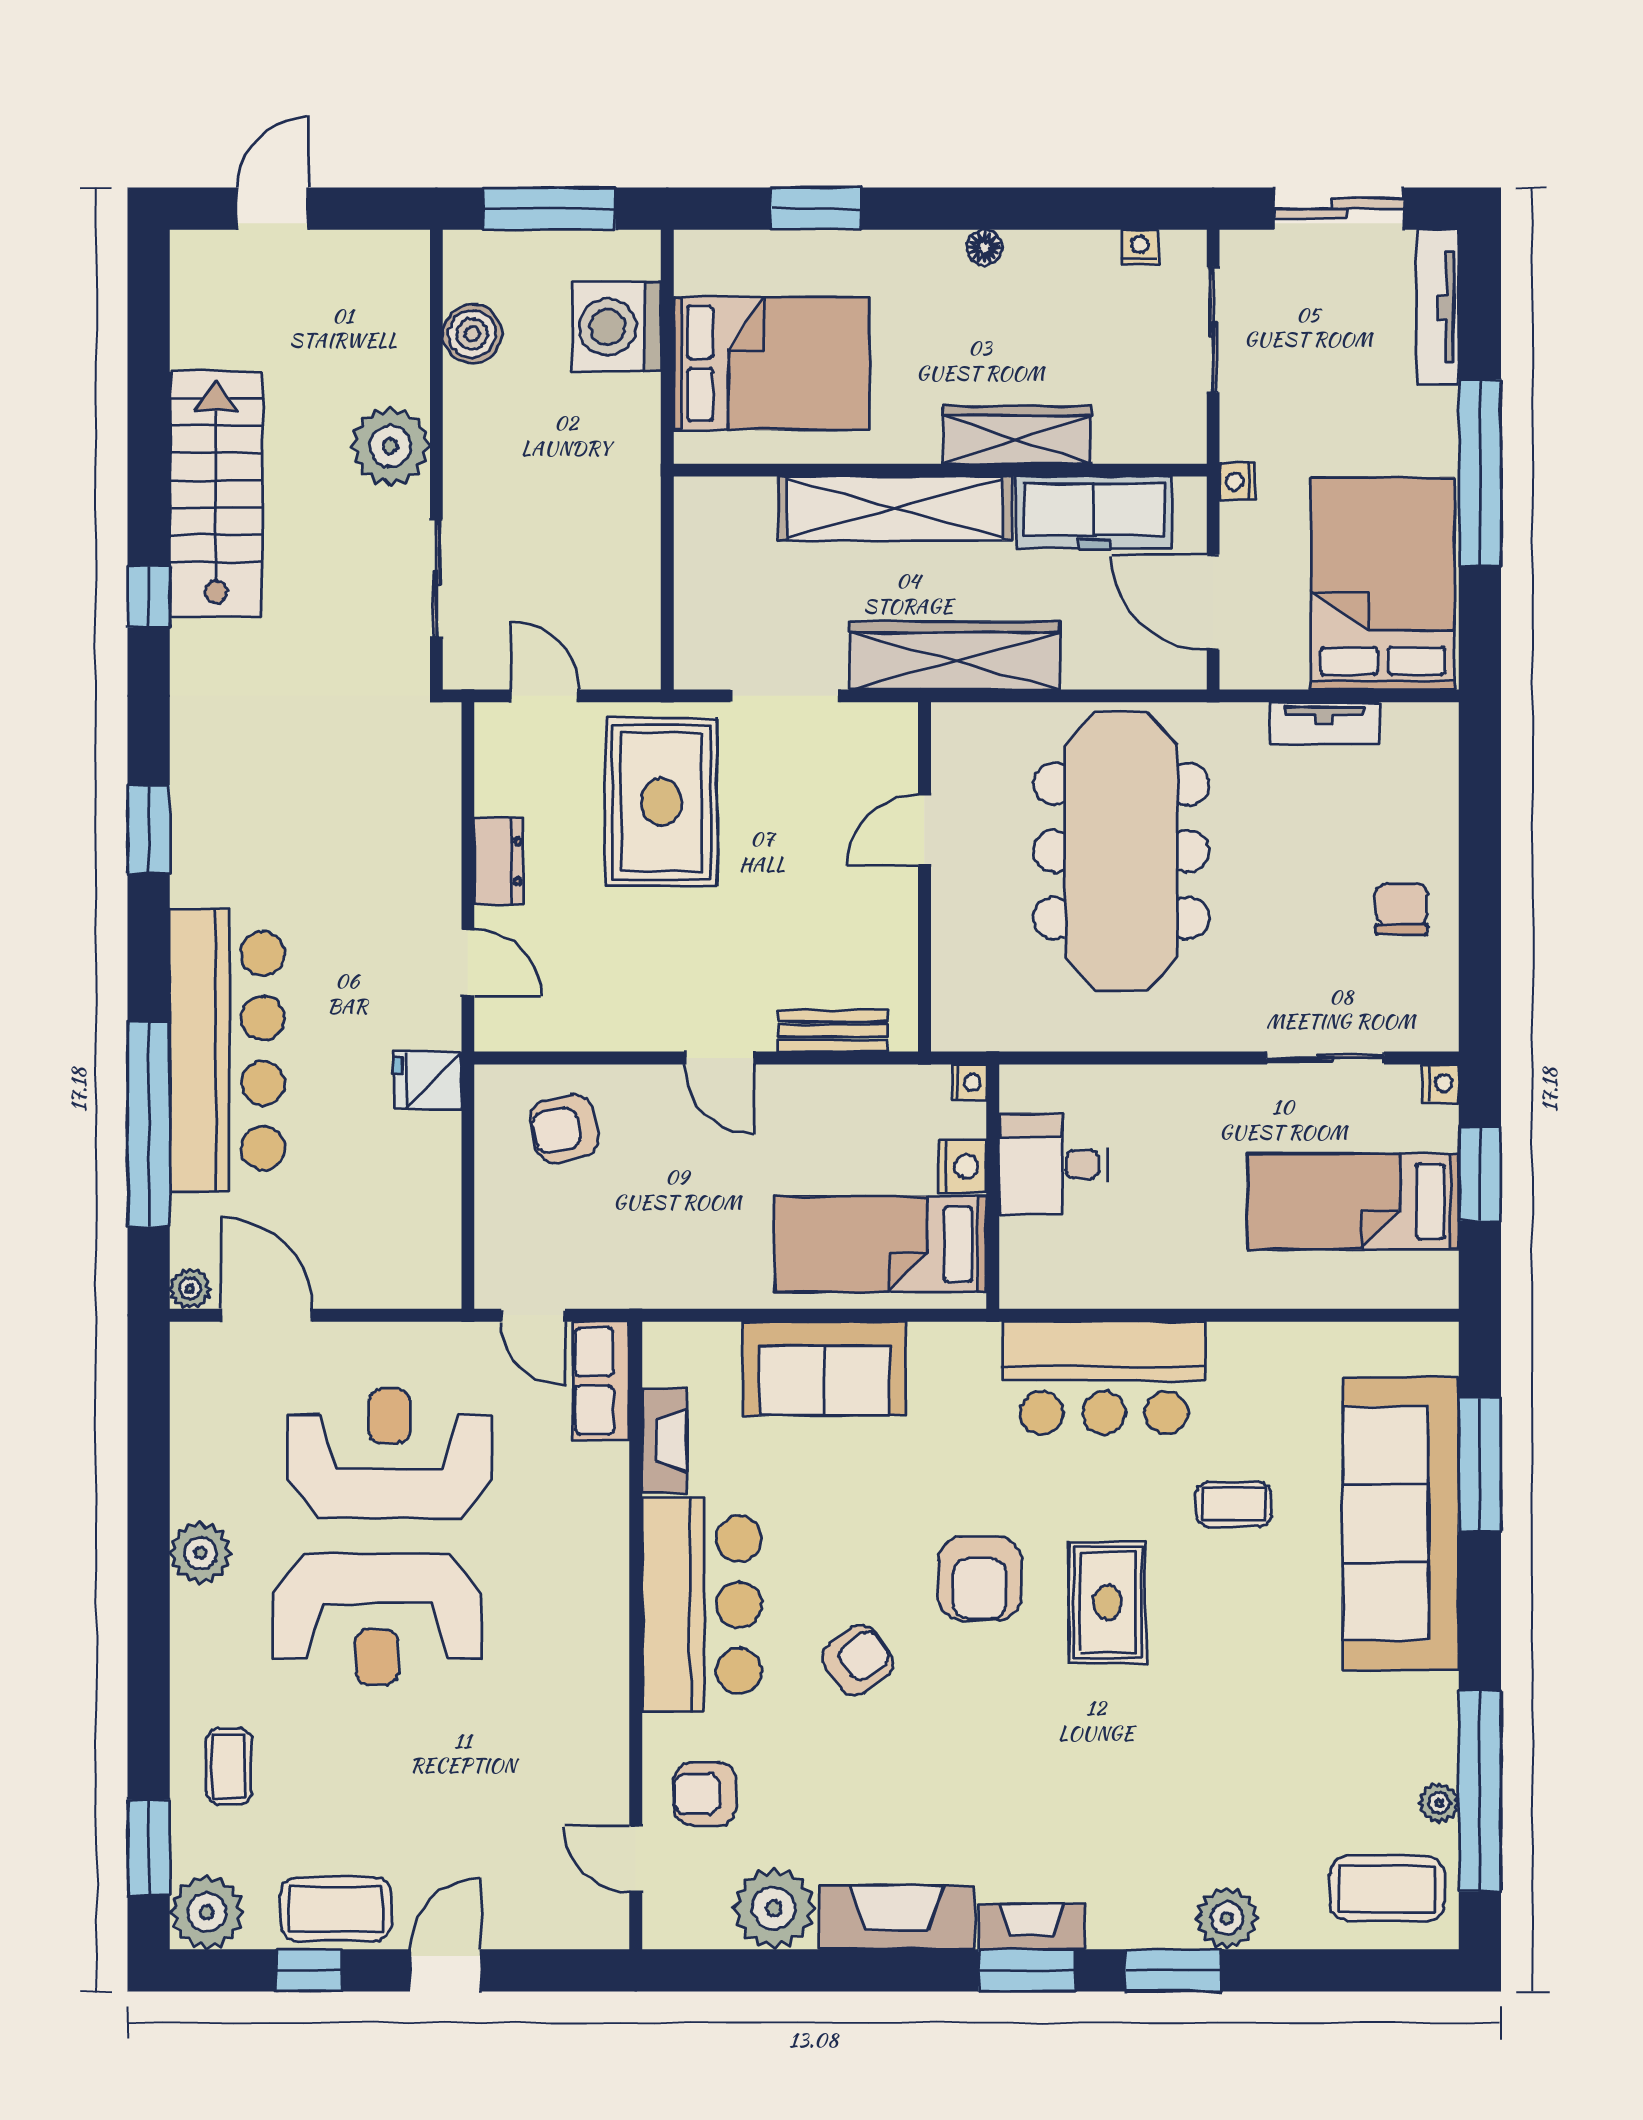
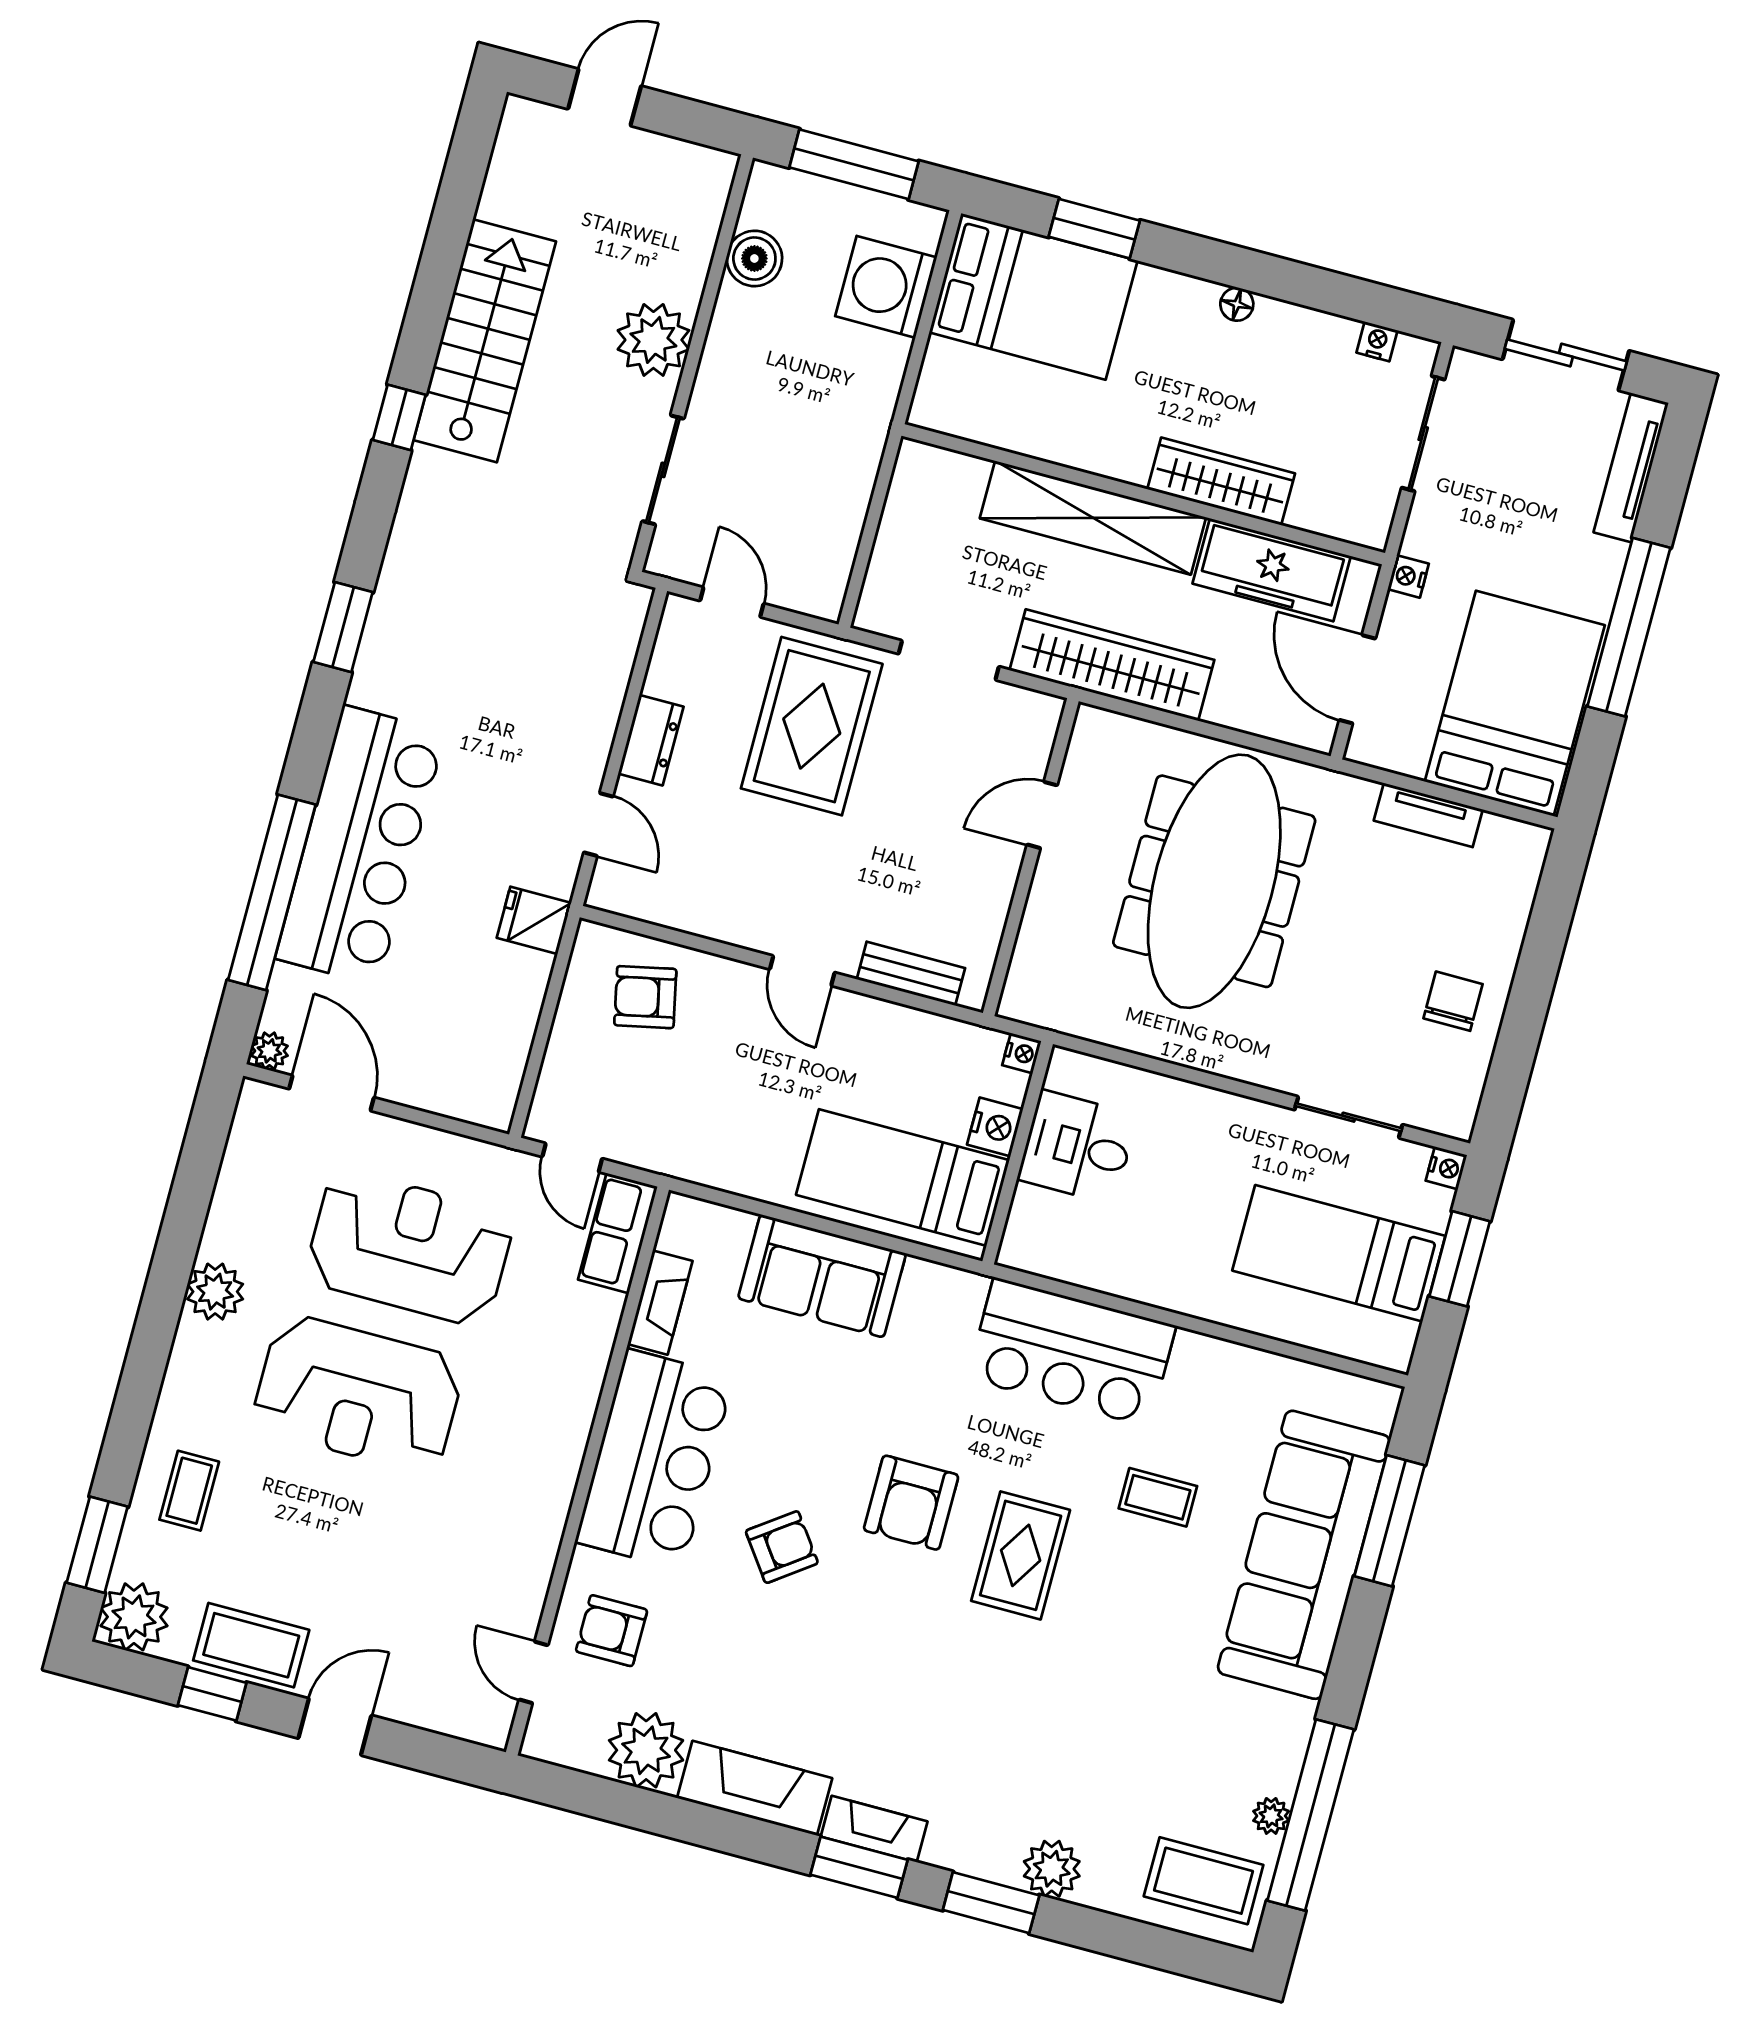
bed: (772, 363) -> (1033, 297), moved

